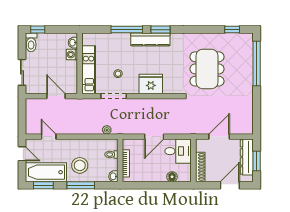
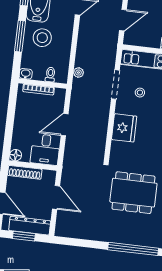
door: (154, 137) -> (65, 125), hinge flipped
floor lamp: (172, 177) -> (16, 155), moved

